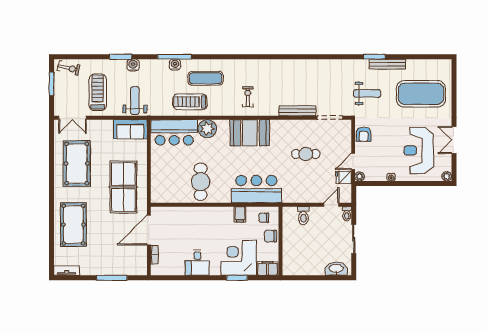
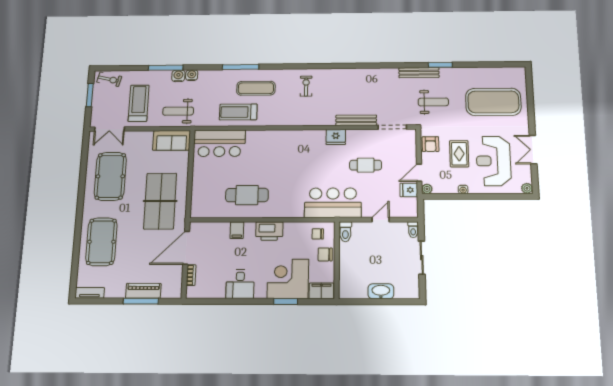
window: (121, 57) -> (166, 68), width x1.44
window: (174, 57) -> (241, 67), moved
bench: (387, 64) -> (419, 73), moved
water cooler: (175, 65) -> (192, 75), moved
exercise bike: (248, 97) -> (306, 86), moved
weight bench: (135, 101) -> (178, 111), turned -90
fridge: (279, 127) -> (336, 137), added
plant: (207, 129) -> (256, 139), removed
booth: (250, 133) -> (303, 143), removed
rug: (389, 144) -> (459, 154), added
cafe table: (201, 182) -> (247, 195), turned 90
bar counter: (256, 189) -> (333, 203), moved
door: (331, 205) -> (381, 220), moved
filing cabinet: (240, 214) -> (237, 230), moved
printer: (221, 215) -> (269, 231), added
toilet: (303, 216) -> (345, 232), moved
piano: (114, 269) -> (143, 291), added
washbasin: (336, 269) -> (381, 291), moved

